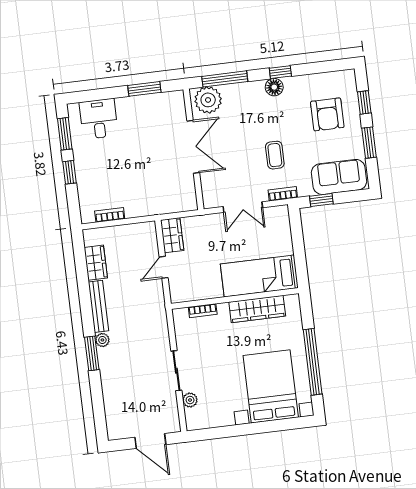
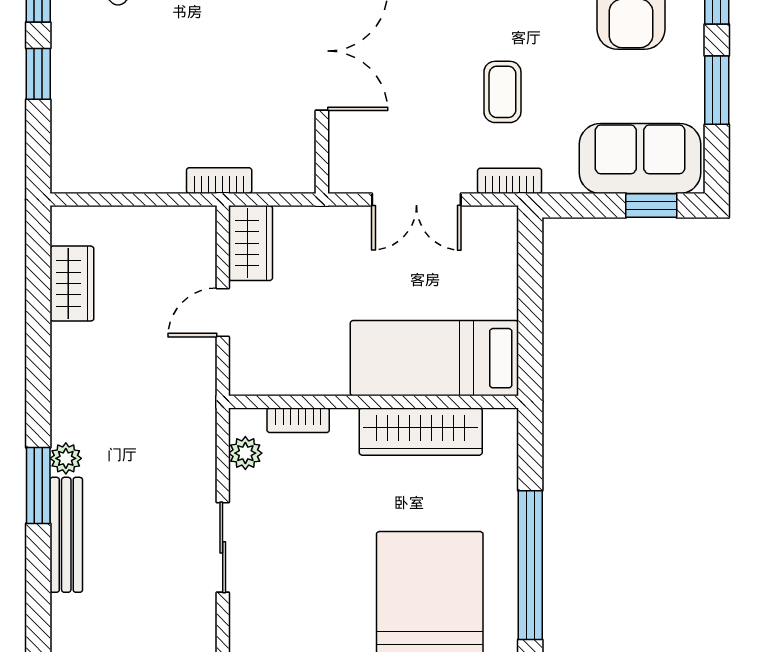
window: (321, 200) -> (651, 205), moved
bookcase: (110, 215) -> (219, 181), moved
bench: (99, 306) -> (66, 535), moved
plant: (190, 400) -> (245, 453), moved

